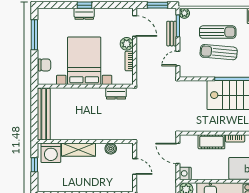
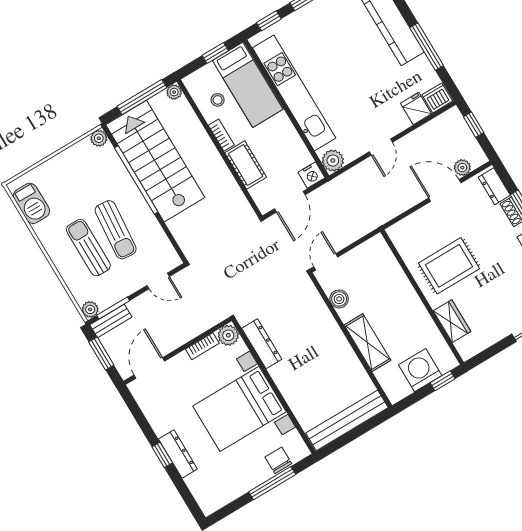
dresser: (84, 14) -> (178, 454), width x1.44
bench: (172, 34) -> (111, 321), moved
window: (34, 35) -> (272, 483), moved
plant: (127, 44) -> (228, 335), moved
dresser: (116, 93) -> (262, 344), width x1.44
washing machine: (51, 153) -> (420, 370), moved, turned -90
window: (34, 165) -> (443, 381), moved
door: (135, 166) -> (326, 262), moved

